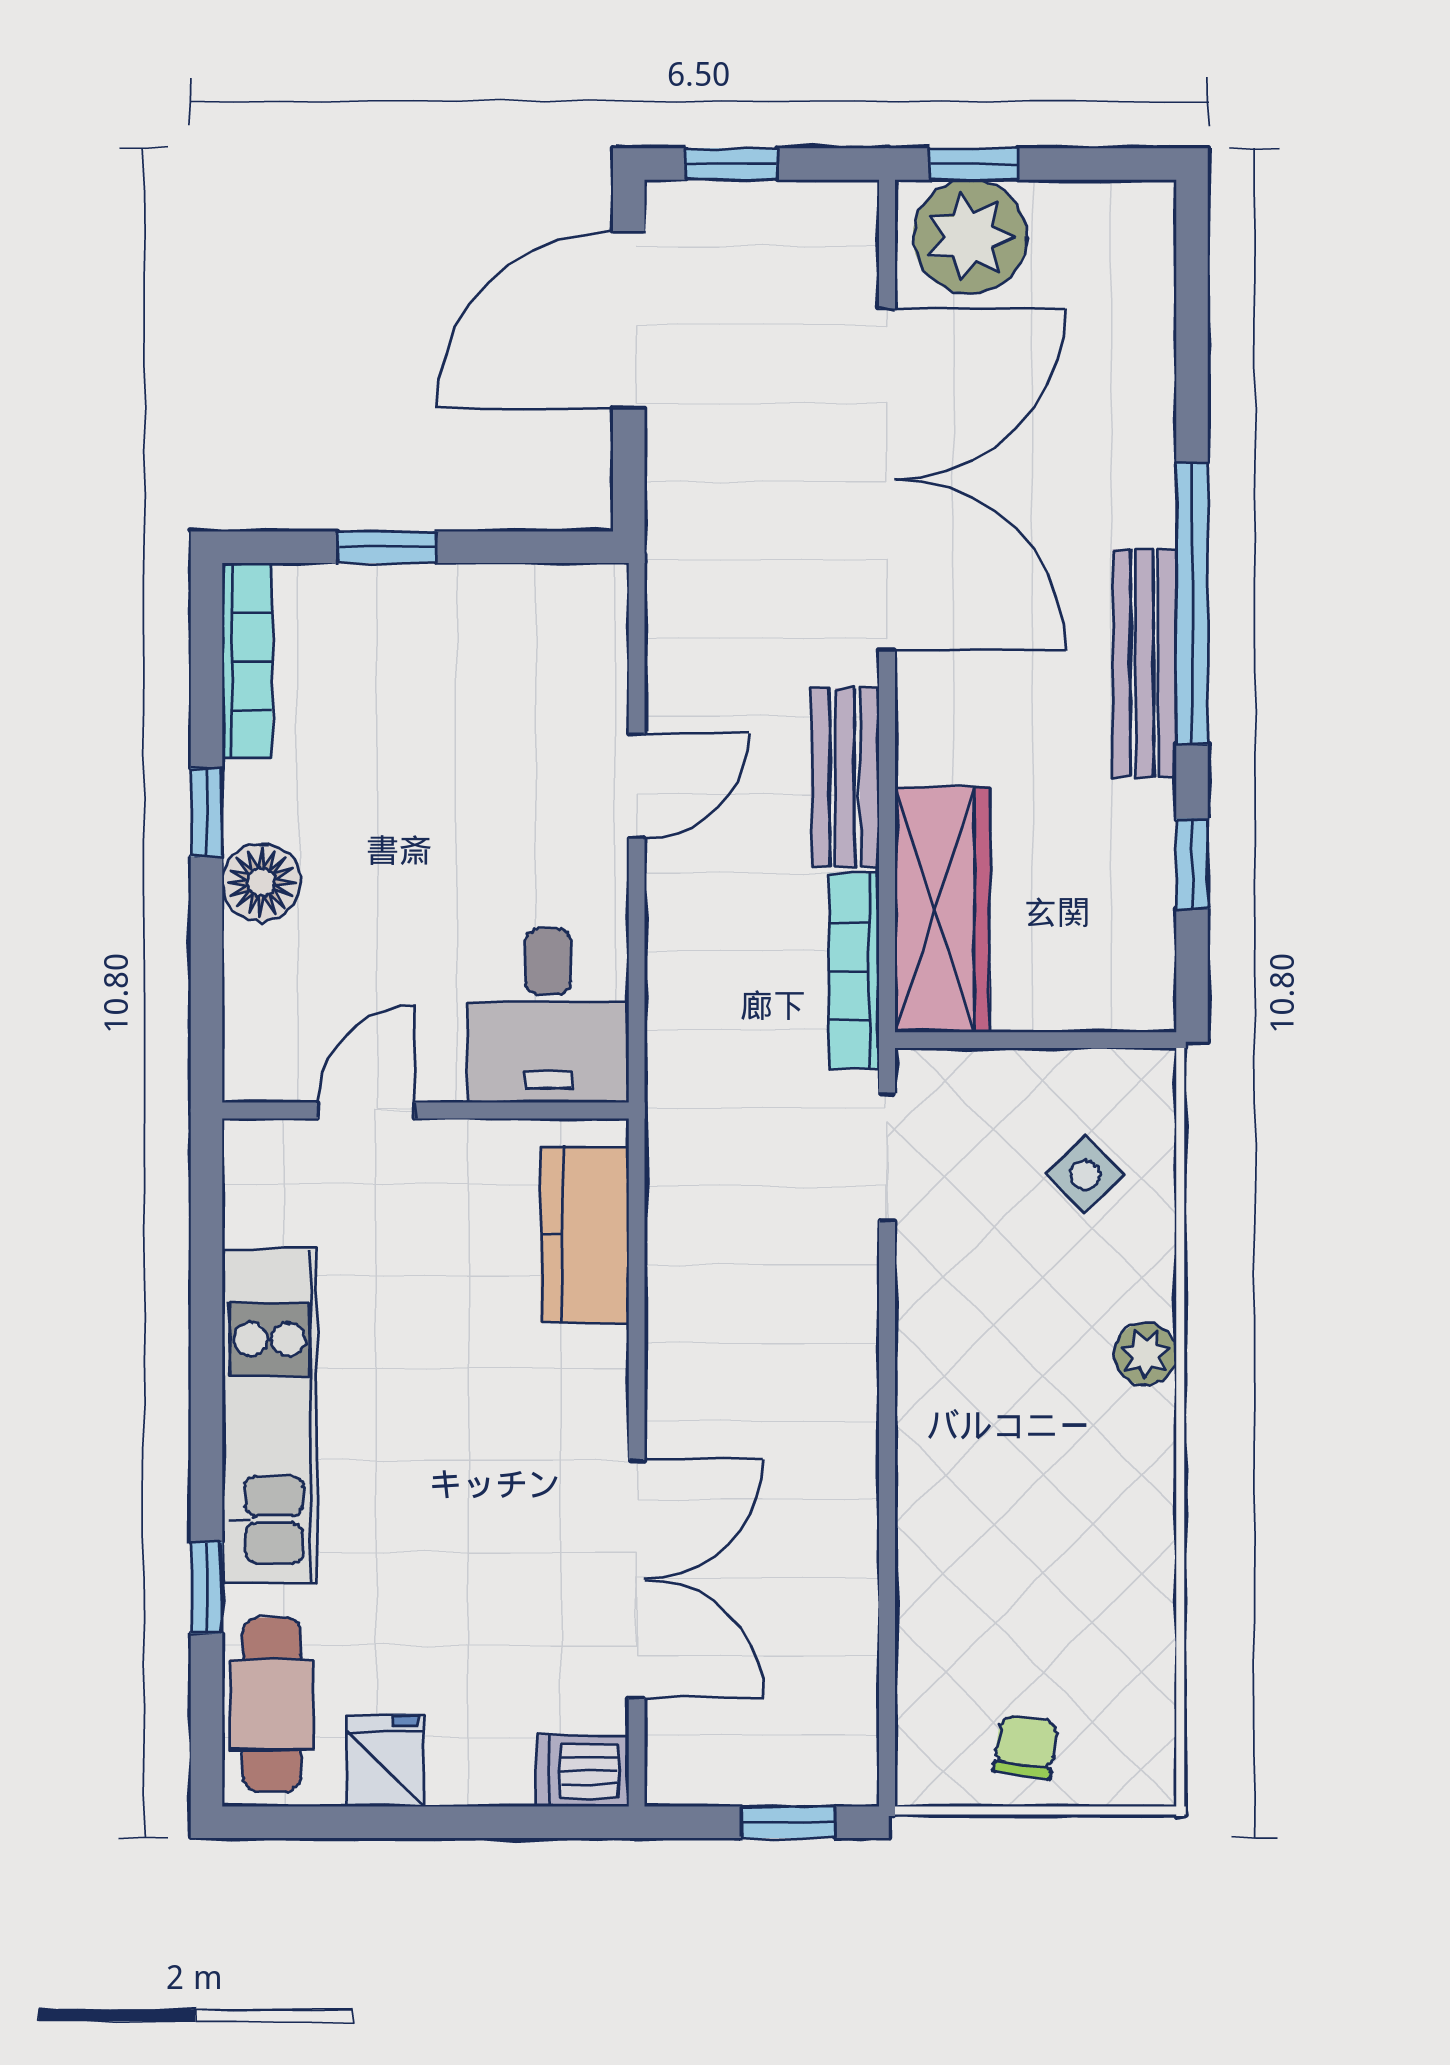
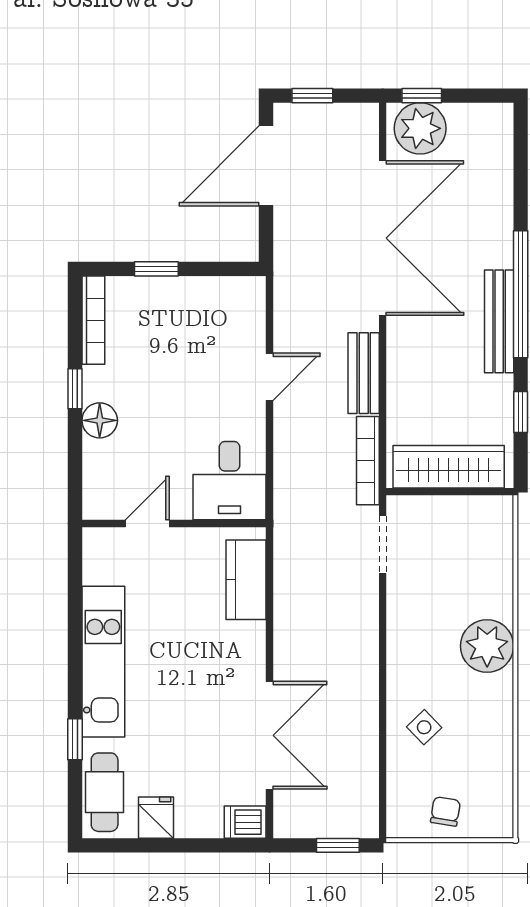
wardrobe: (942, 910) -> (449, 467), moved, turned -90
side table: (1085, 1175) -> (424, 727), moved
plant: (1145, 1354) -> (487, 646), width x1.87, depth x1.87

